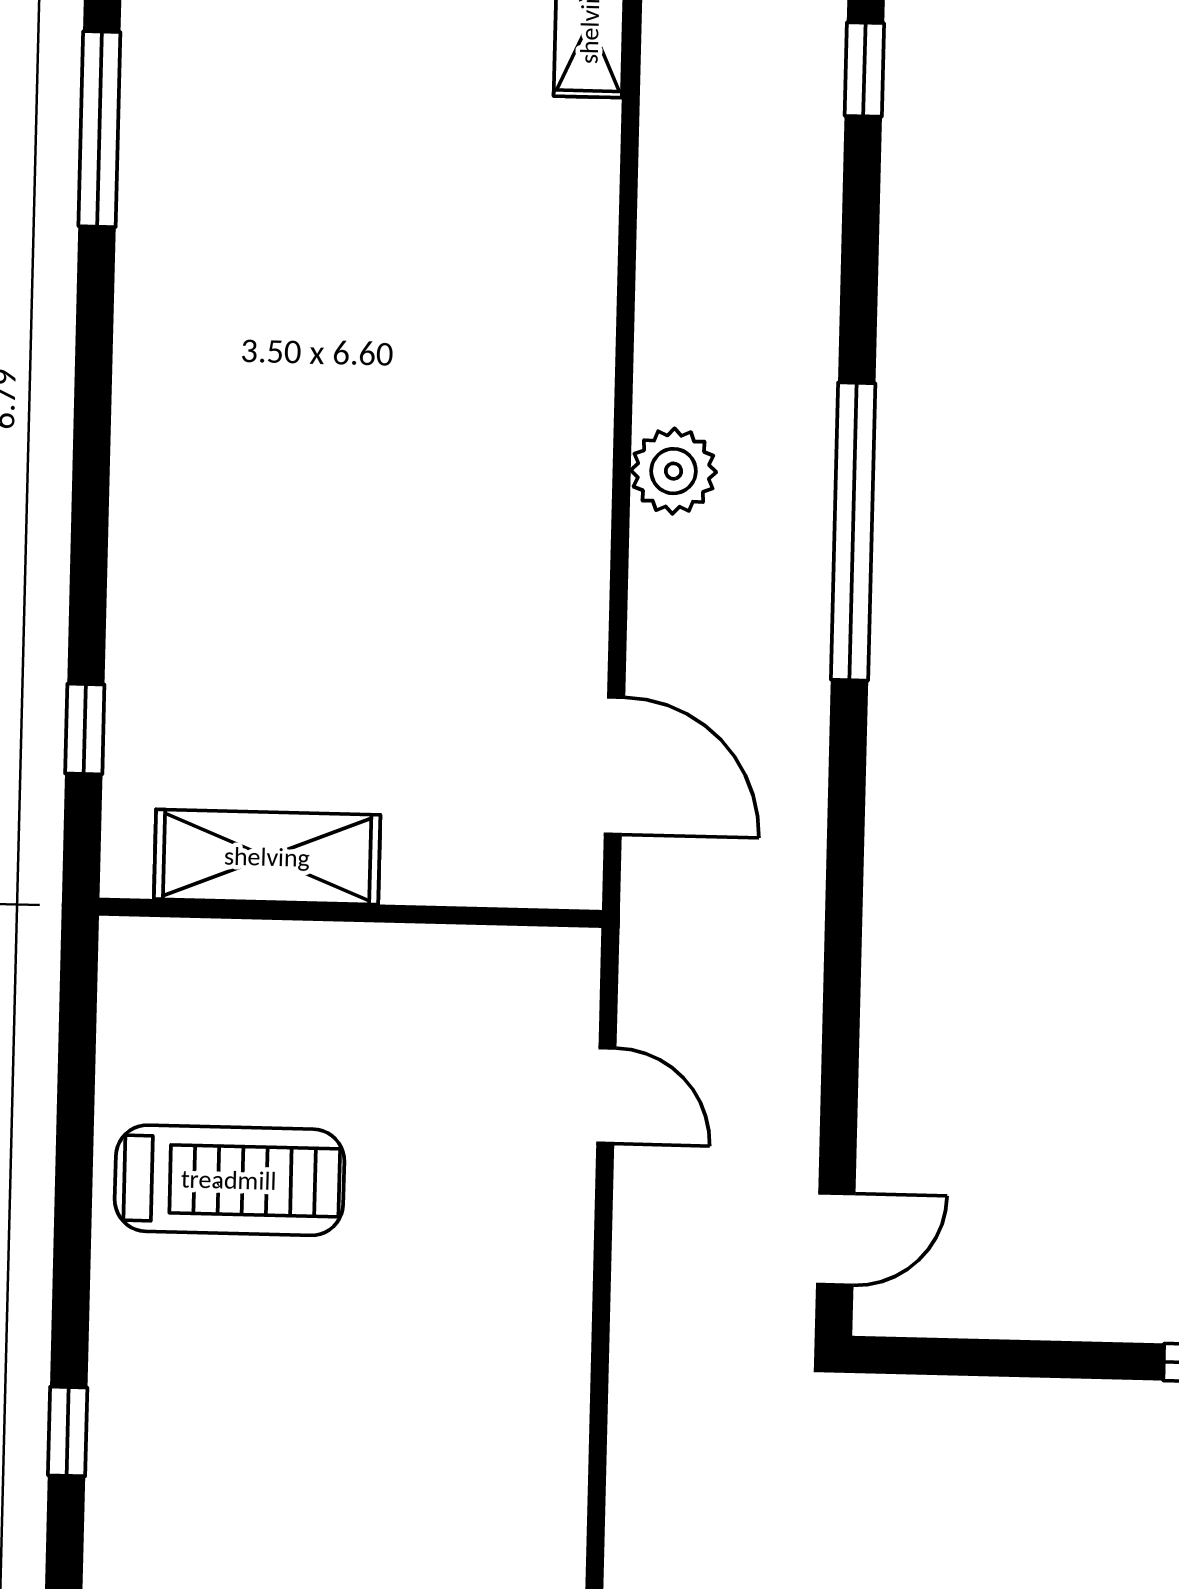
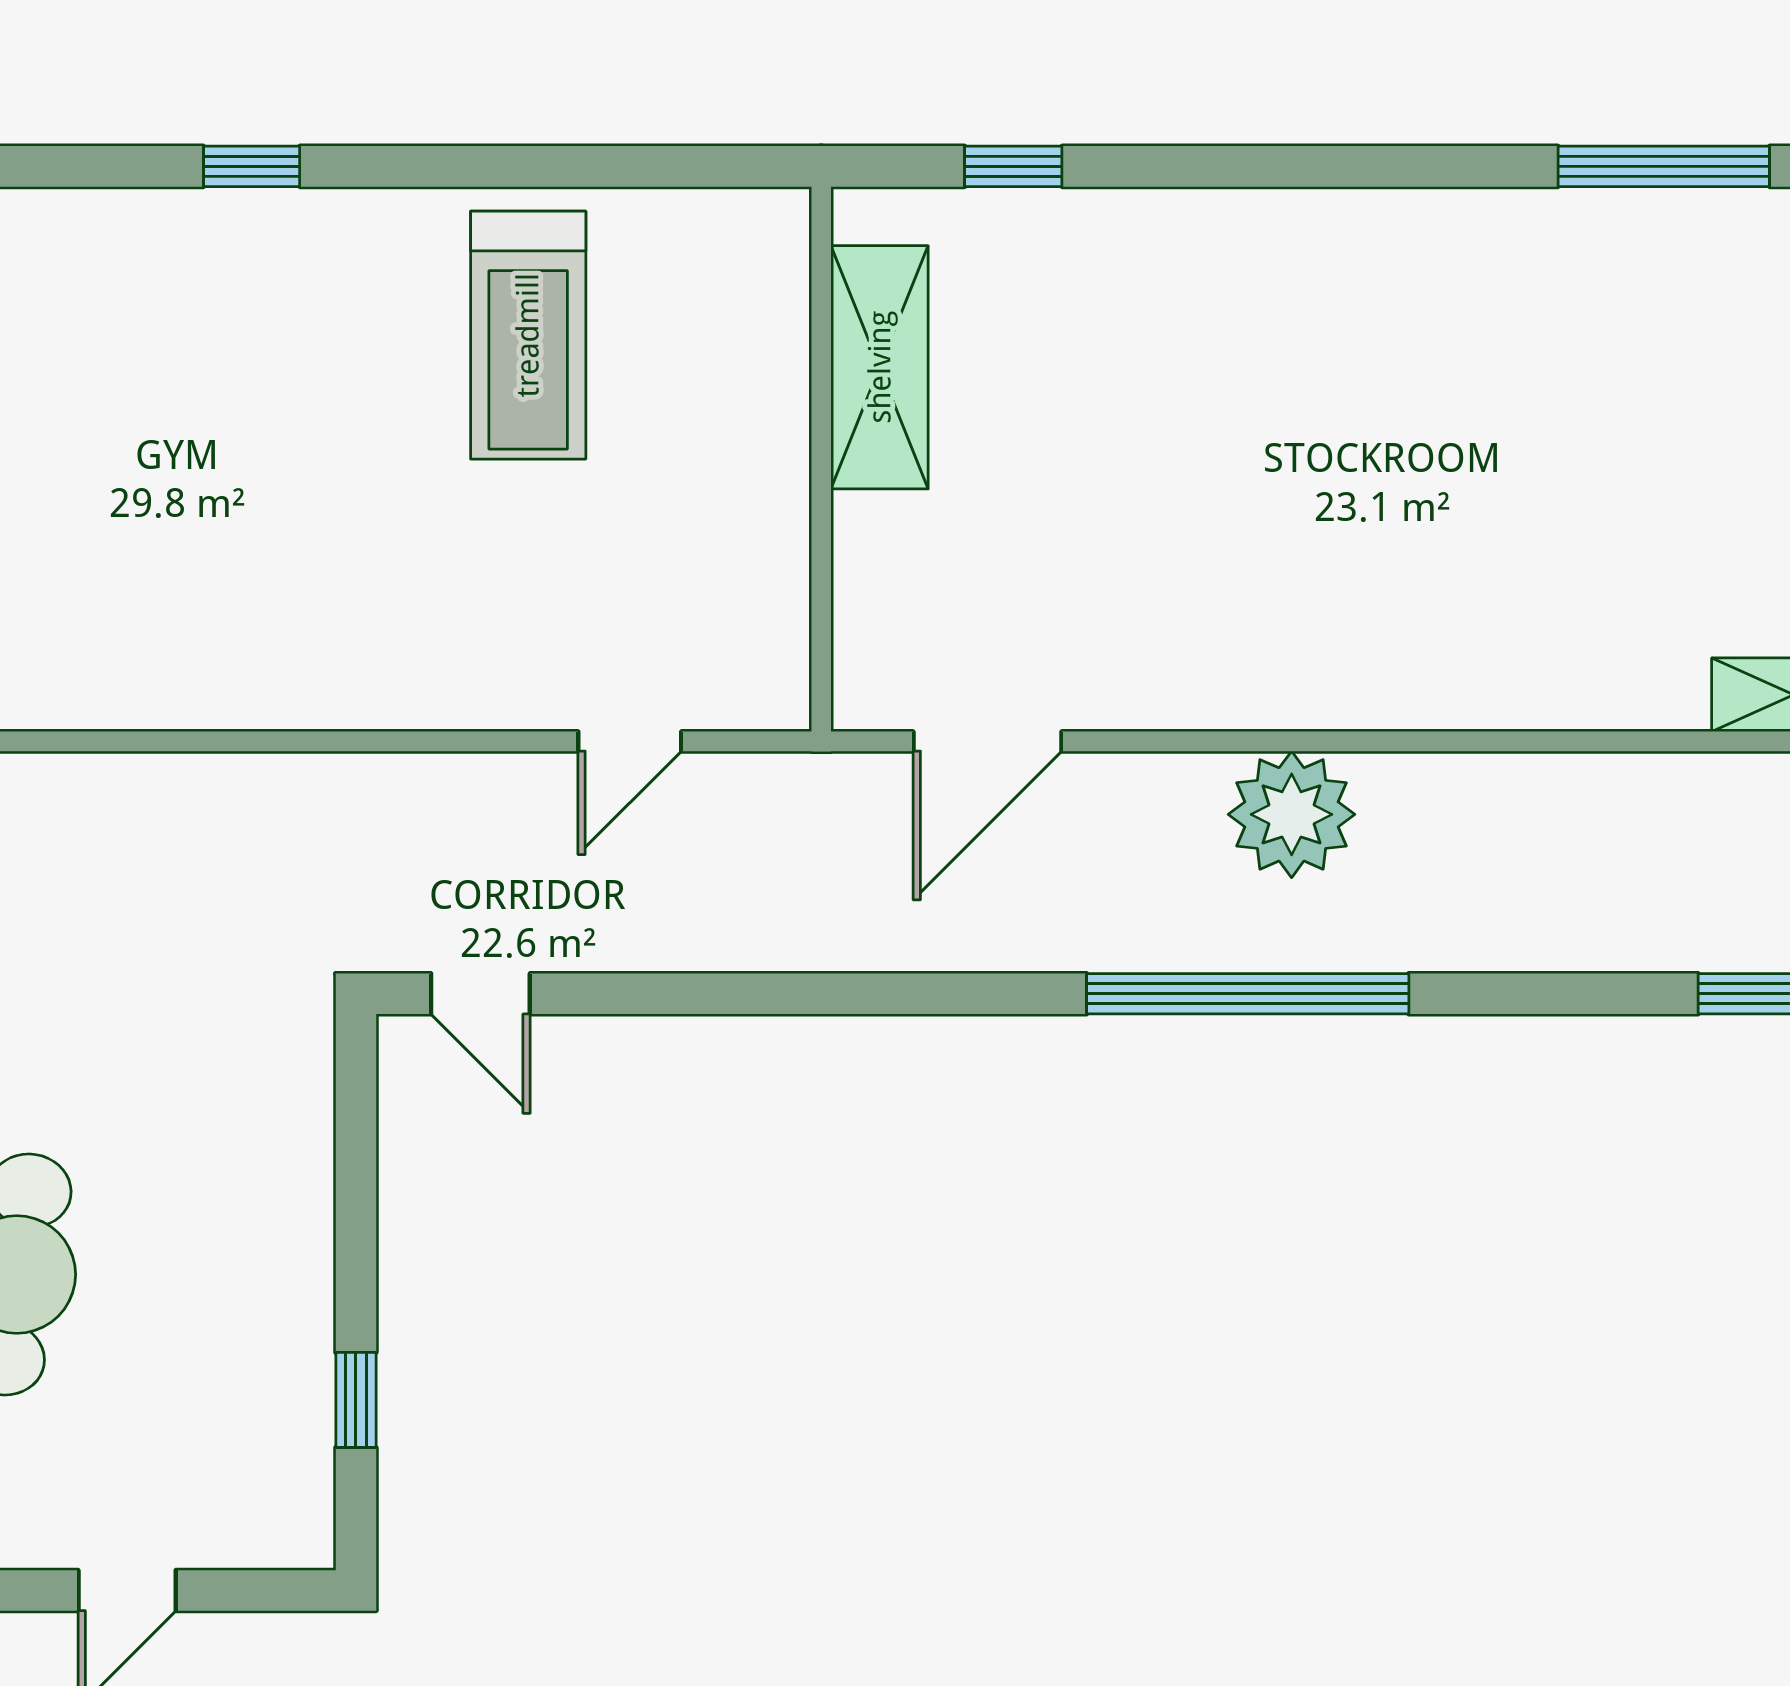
plant: (673, 471) -> (1292, 814), width x1.36, depth x1.36

